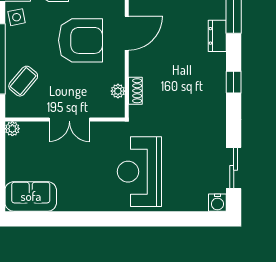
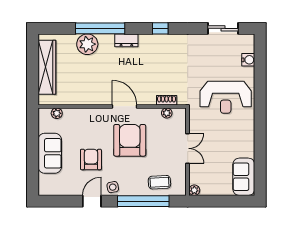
coffee table: (23, 81) -> (159, 182), turned -43
water cooler: (217, 203) -> (248, 60), moved

